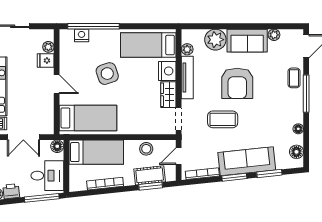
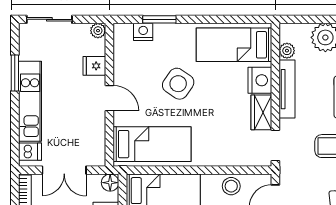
window: (93, 26) -> (159, 19), width x0.47
plant: (48, 47) -> (98, 31), moved
side table: (107, 74) -> (178, 84), turned -36

